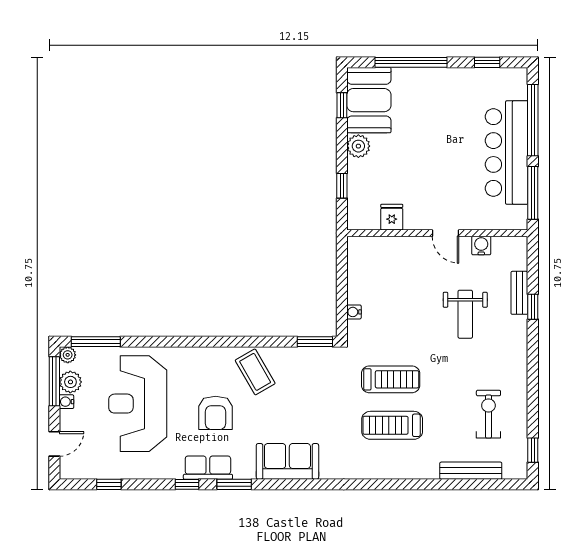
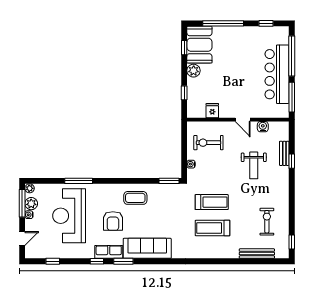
exercise bike: (385, 274) -> (208, 143), added
window: (96, 342) -> (79, 181), moved
coffee table: (255, 372) -> (135, 198), turned -60
sofa: (287, 461) -> (147, 248), width x1.36

